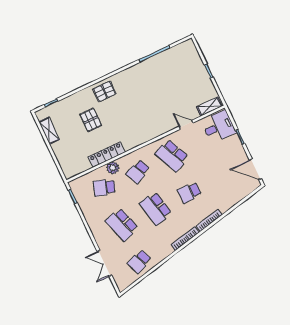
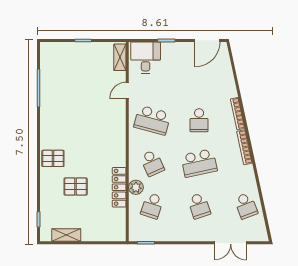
pallet: (104, 91) -> (53, 158), turned 90
school desk: (172, 156) -> (152, 120), turned 39
school desk: (122, 225) -> (199, 206), width x0.54

